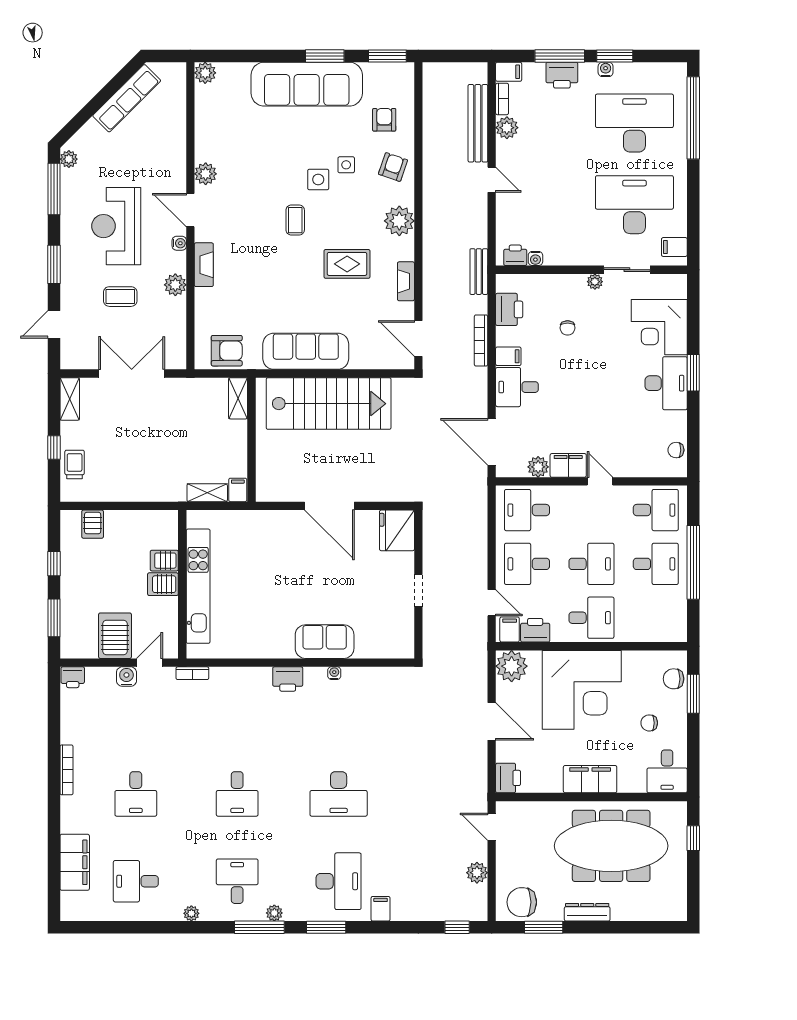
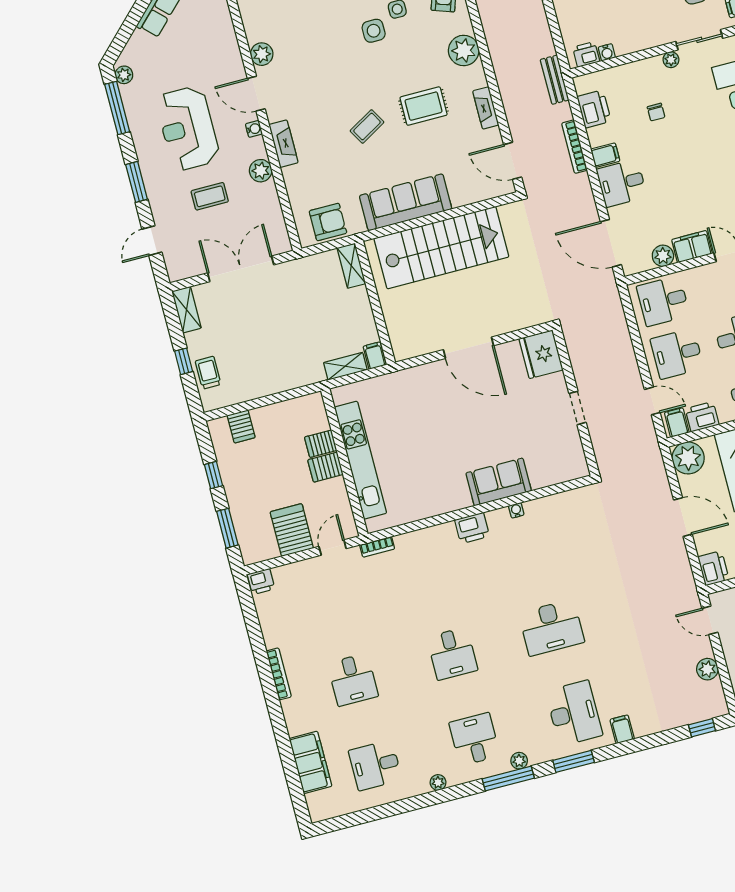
coffee table: (295, 220) -> (367, 127), moved, turned 60
water cooler: (126, 677) -> (314, 567), removed

